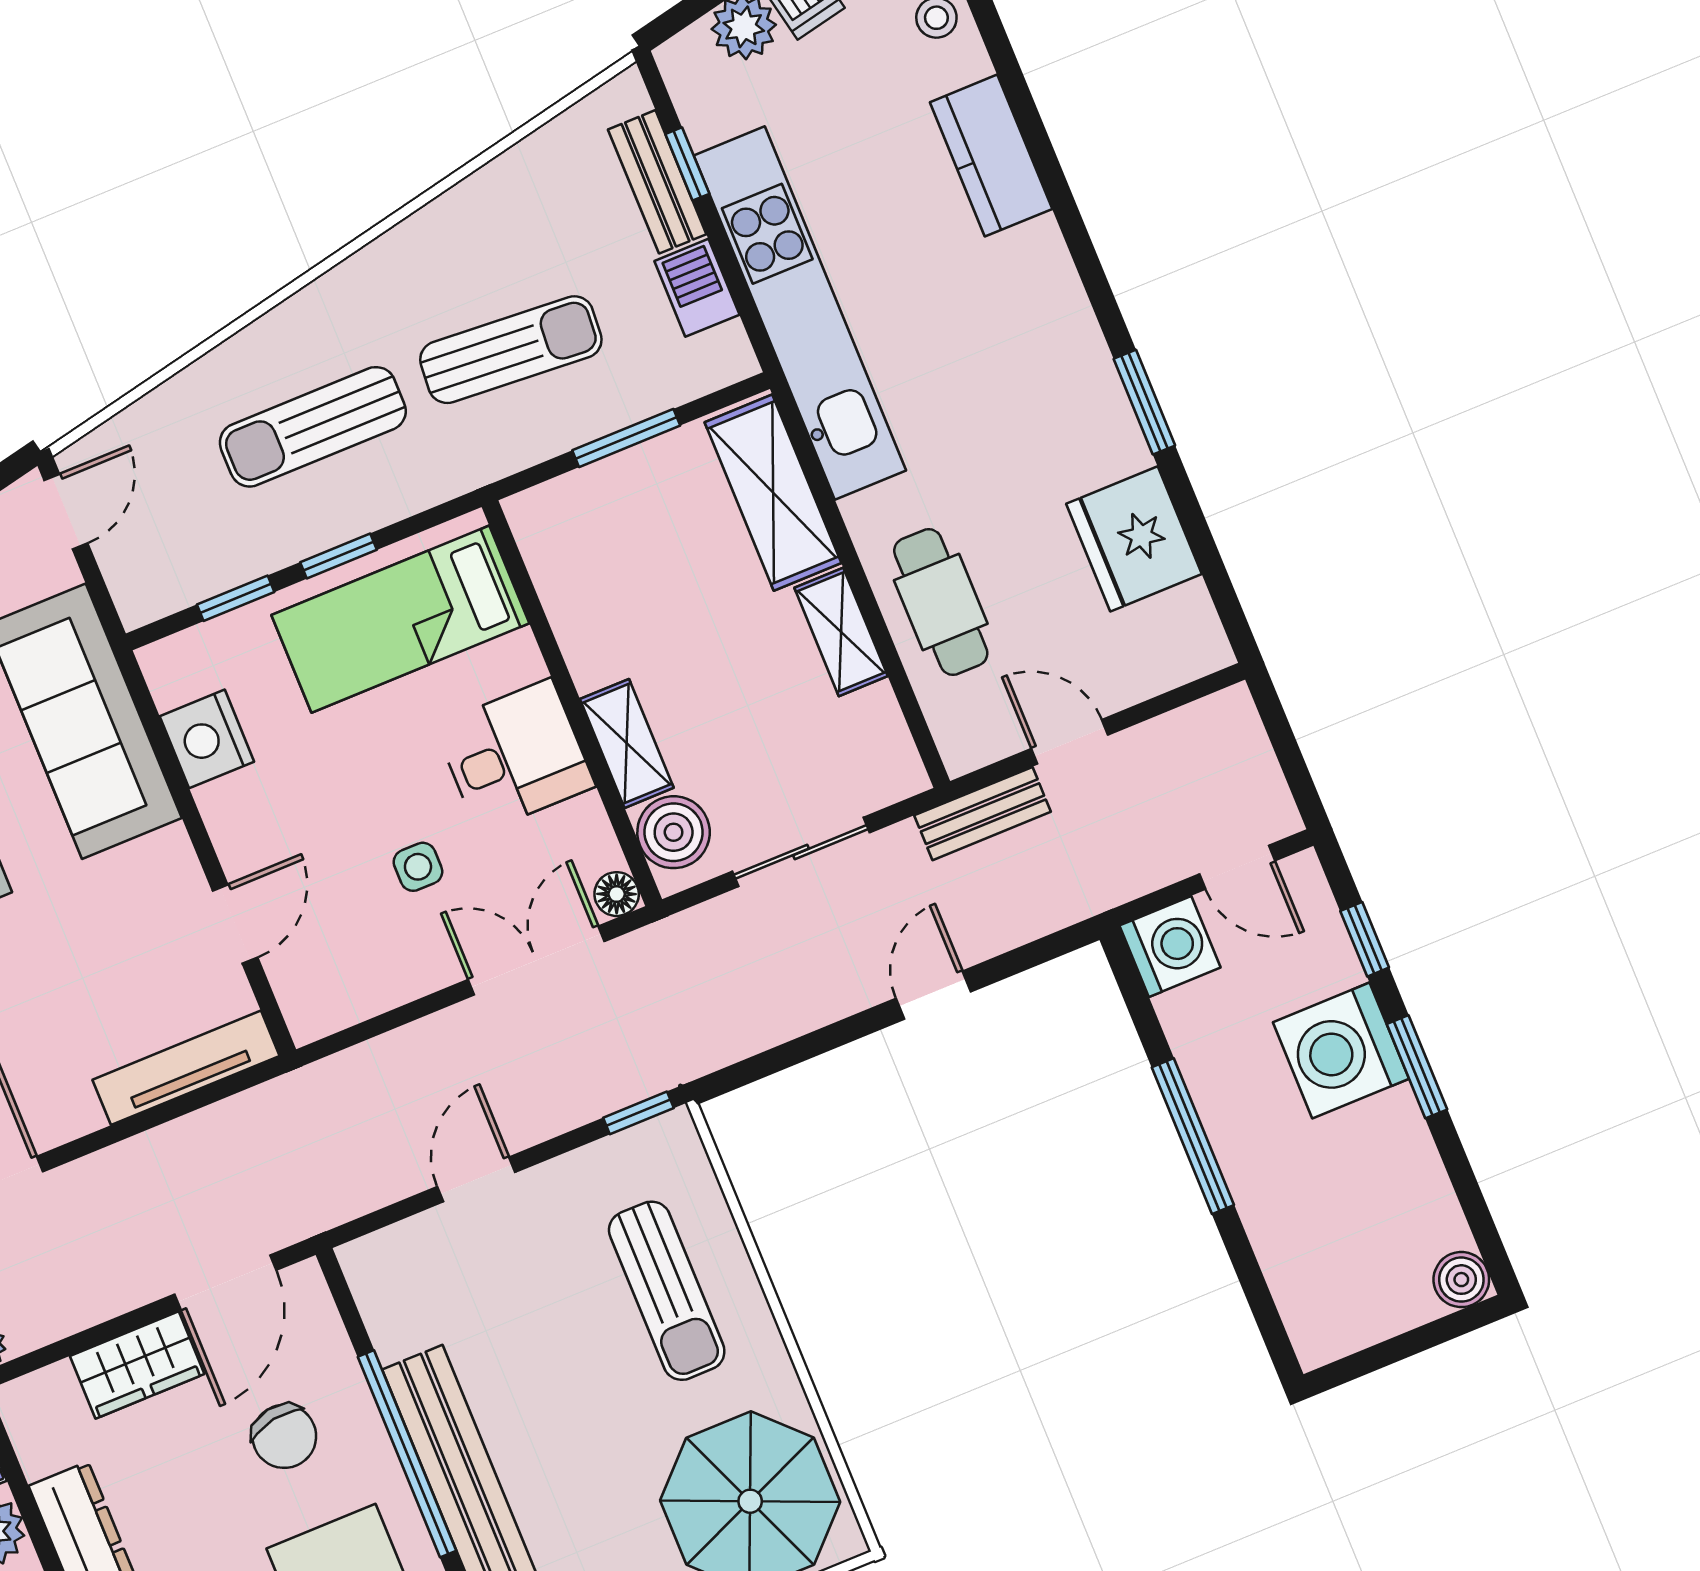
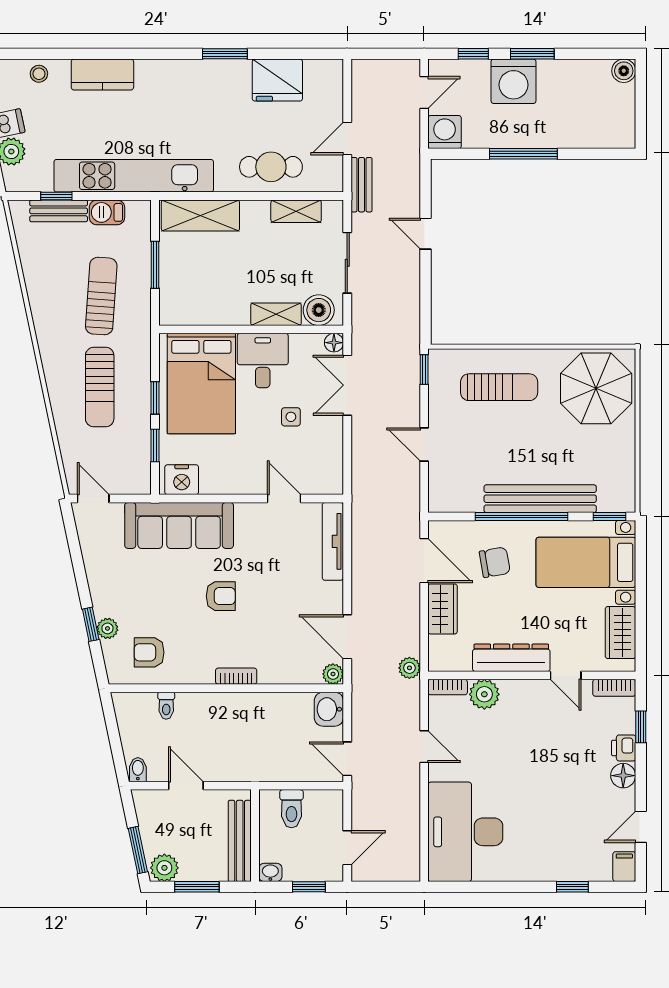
bed: (400, 619) -> (201, 384), width x1.50
shelving: (841, 632) -> (296, 211), moved
nightstand: (207, 739) -> (182, 480), moved

